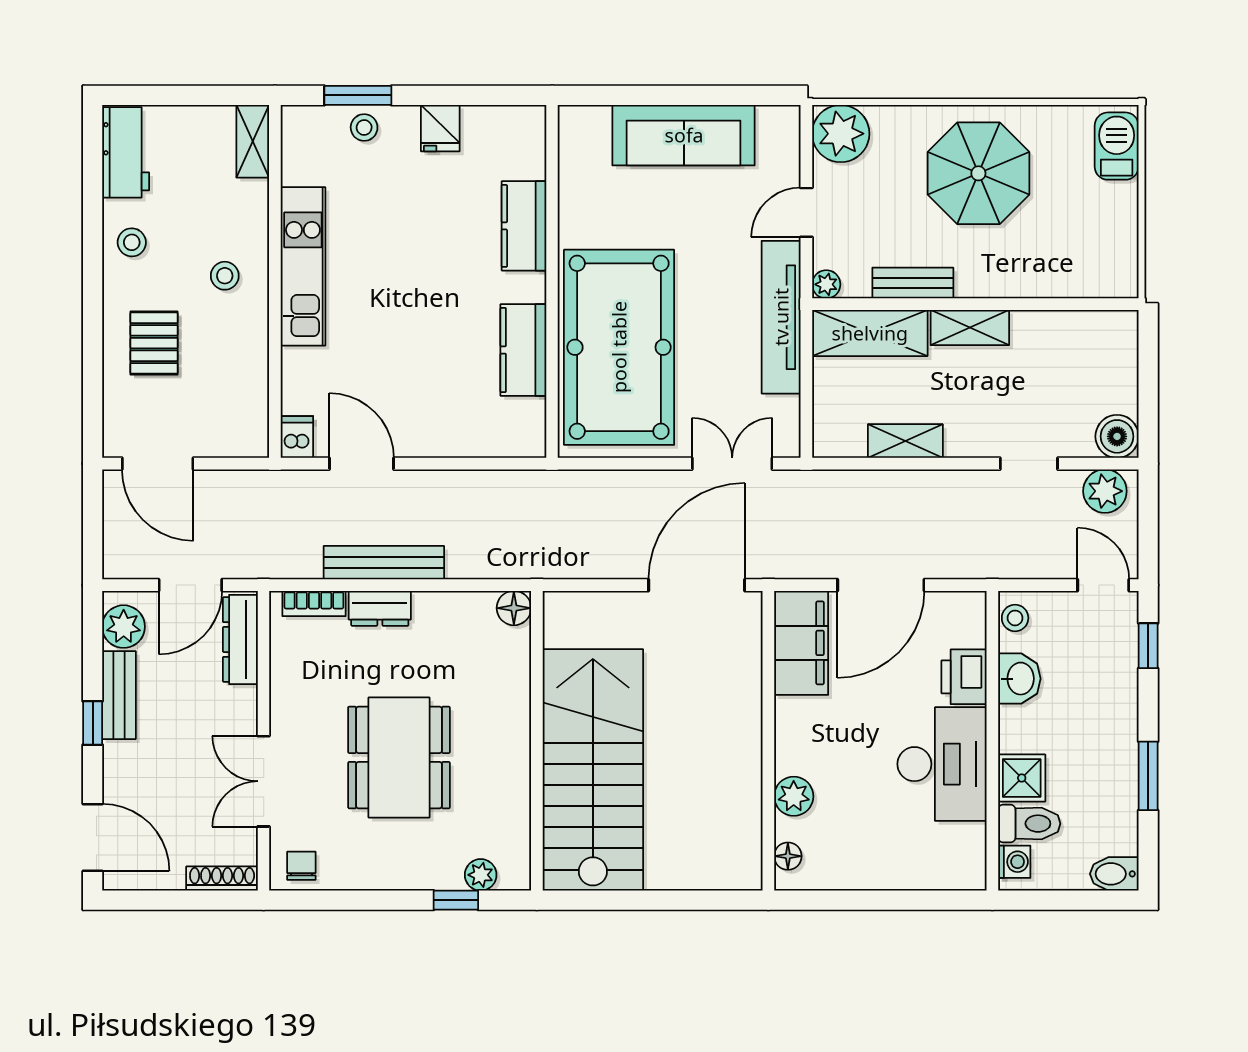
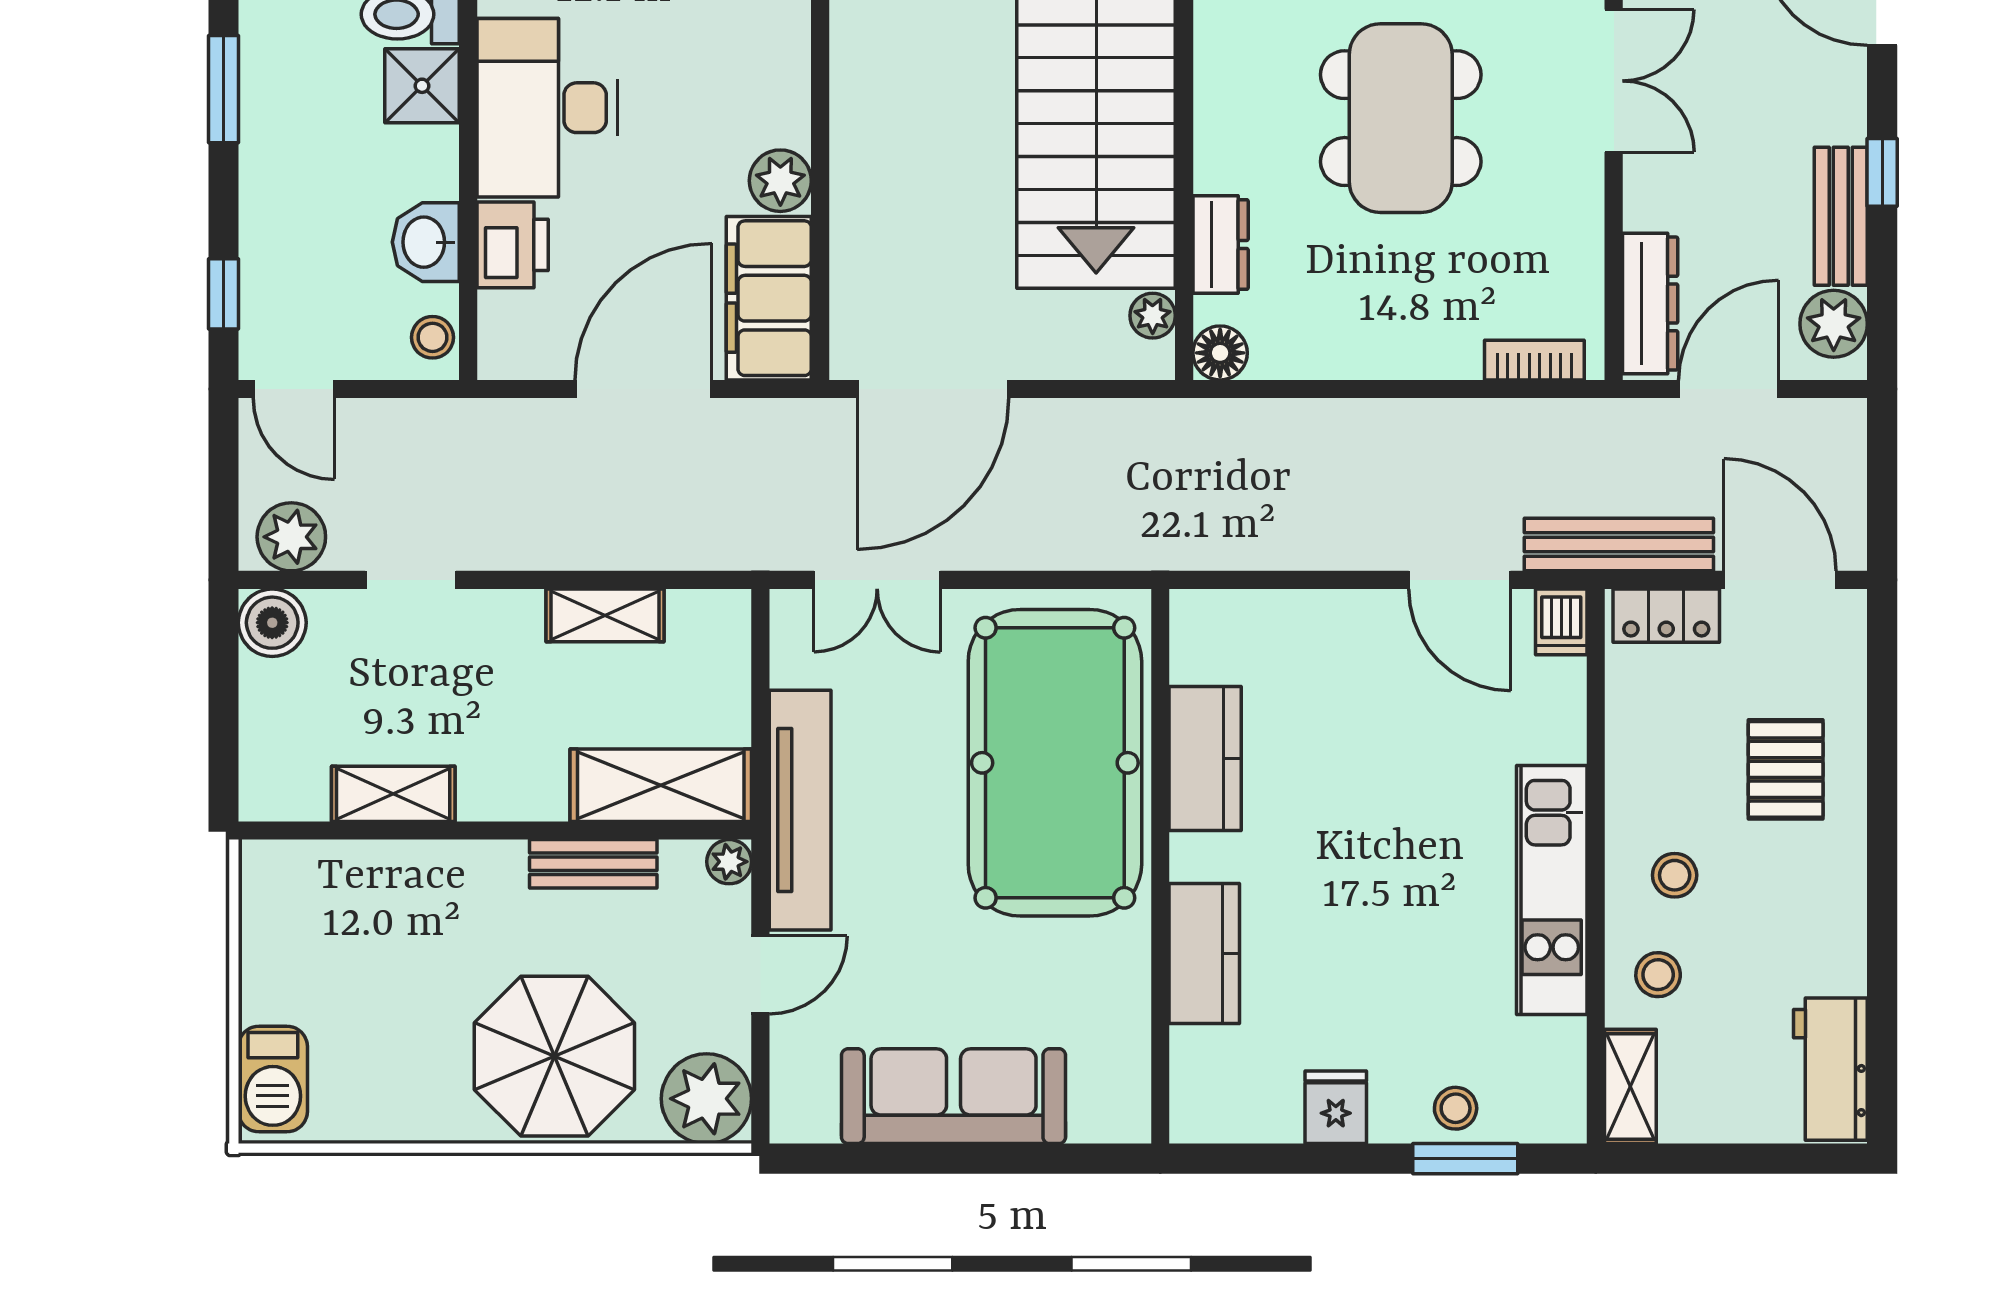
parasol: (978, 173) -> (554, 1056), moved
stool: (132, 242) -> (1658, 975), moved
shelving: (970, 328) -> (393, 794), moved
locker: (230, 441) -> (1666, 616), added
bench: (384, 563) -> (1619, 544), moved
dresser: (380, 608) -> (1221, 244), moved, turned 90
plant: (557, 632) -> (1153, 316), added
plant: (794, 796) -> (780, 181), moved

